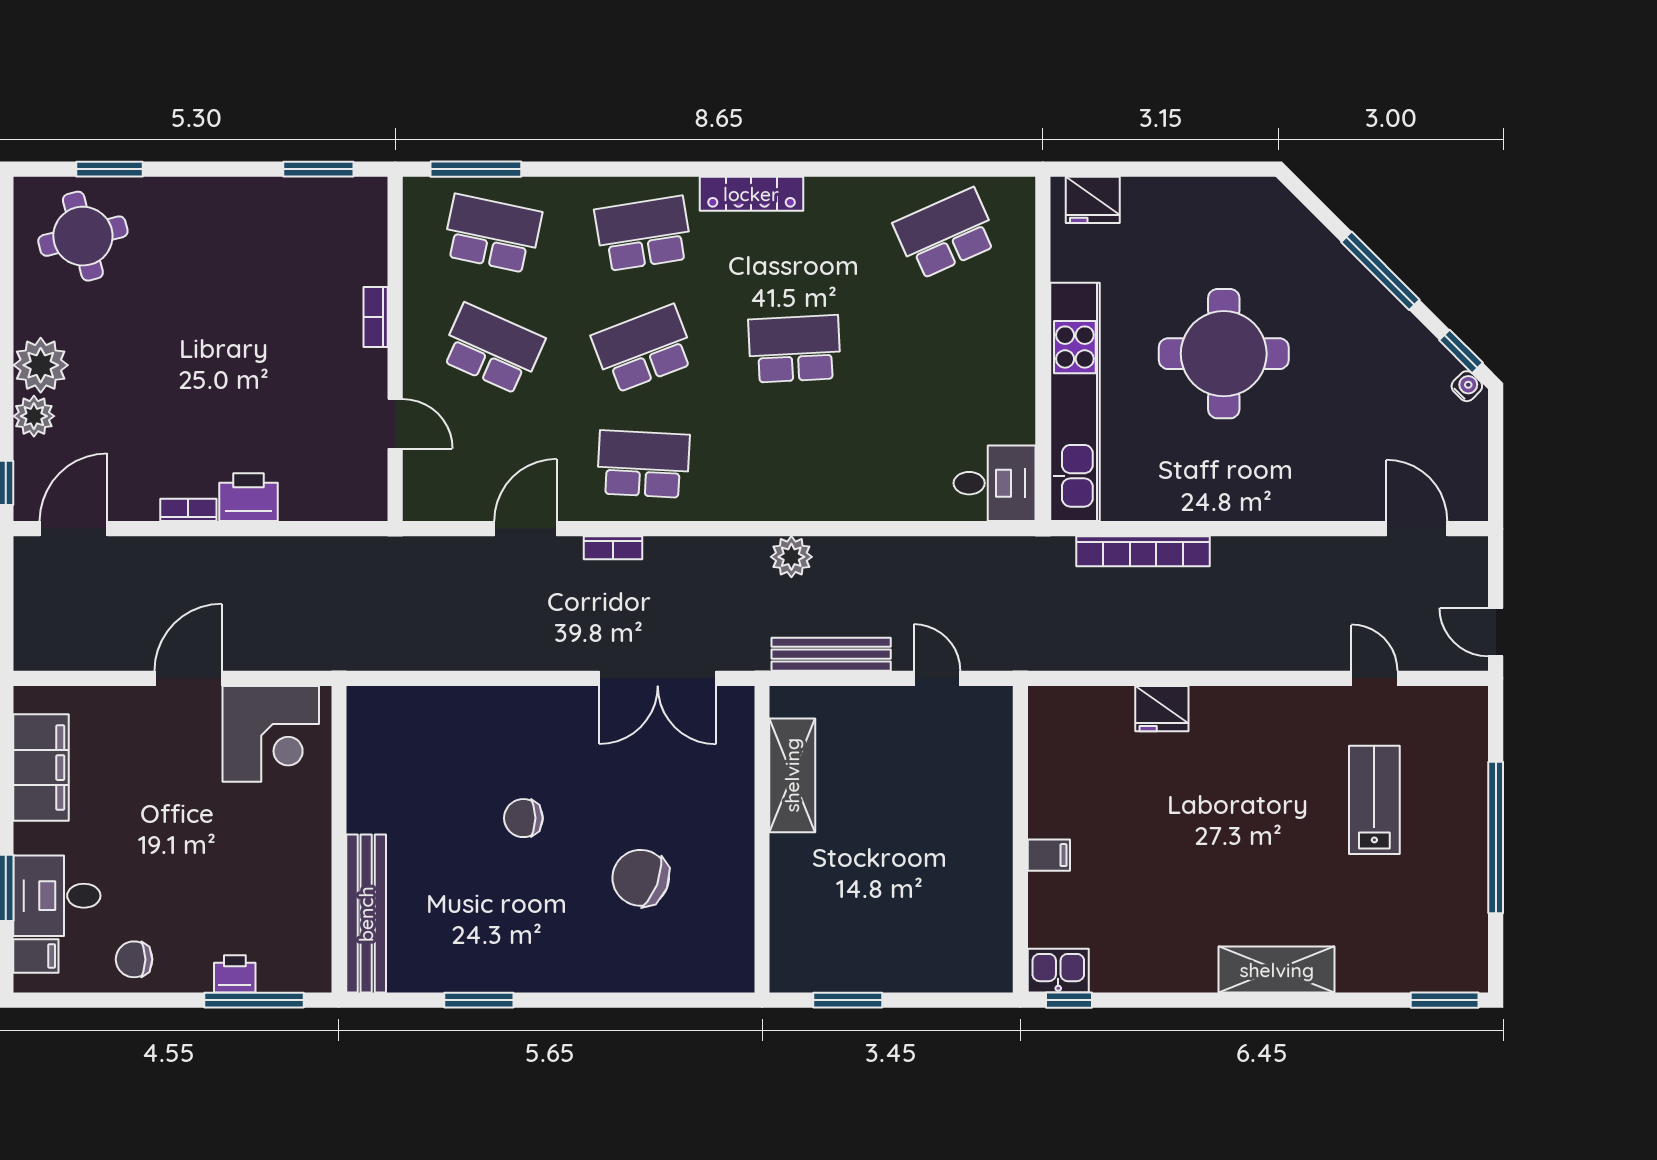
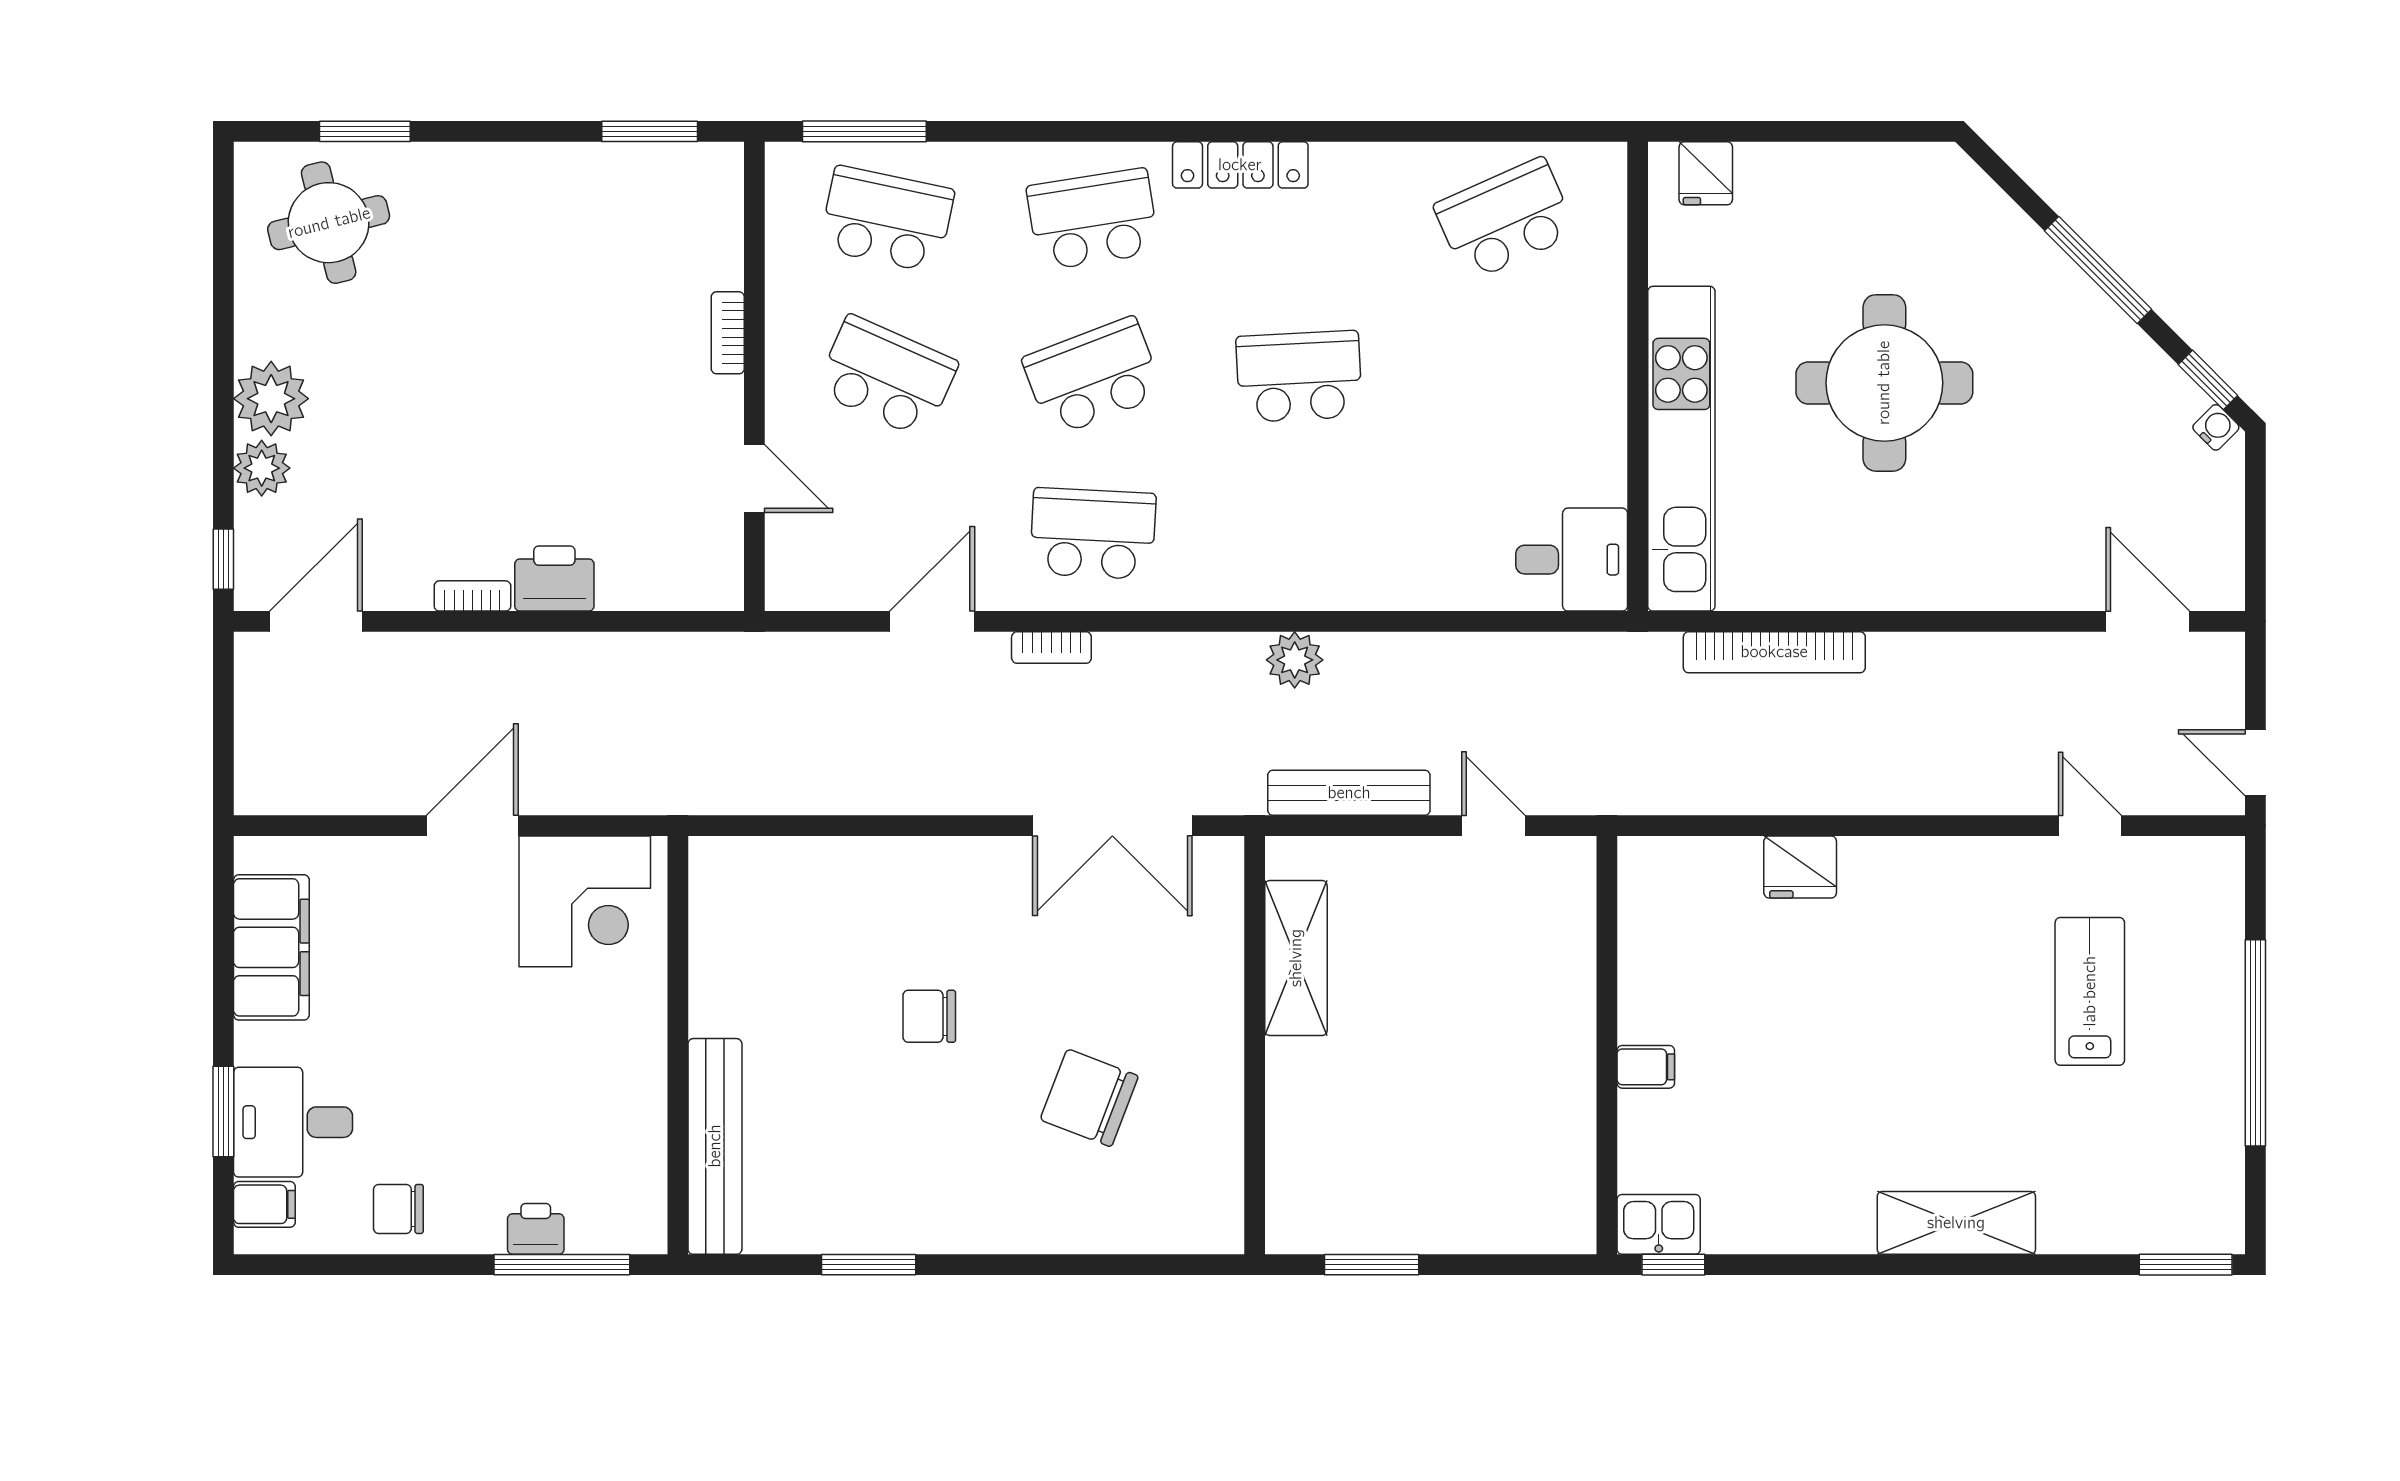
fridge: (1093, 200) -> (1706, 173), width x0.72

